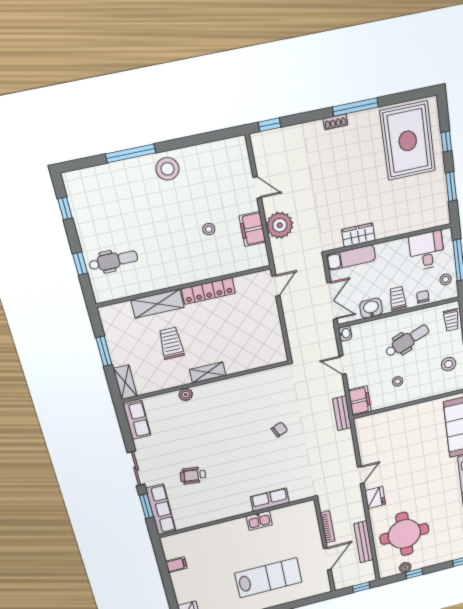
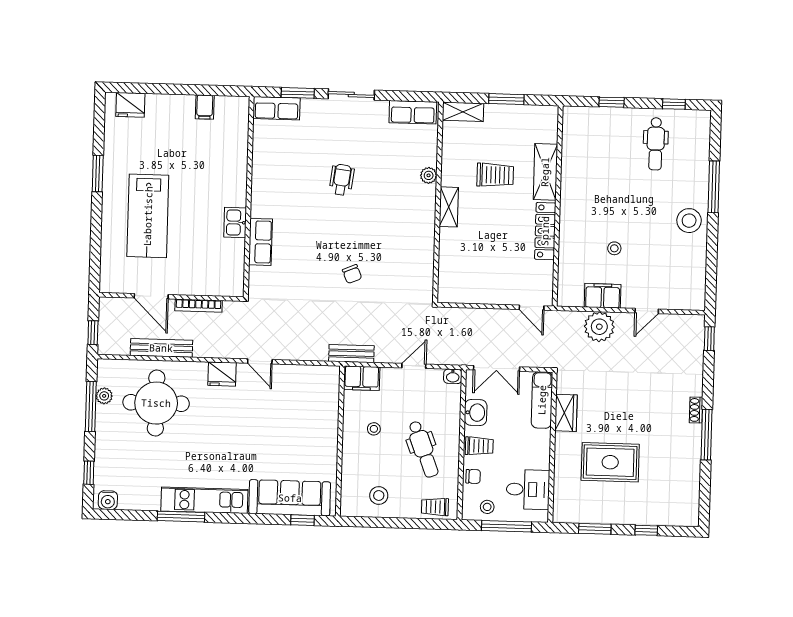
rug: (408, 141) -> (610, 462), moved, width x0.73, depth x0.69
dental chair: (113, 261) -> (656, 144), moved
wheelchair: (193, 475) -> (342, 180), moved
row of seats: (161, 510) -> (277, 108), width x0.68
window: (414, 573) -> (91, 407), width x2.17

